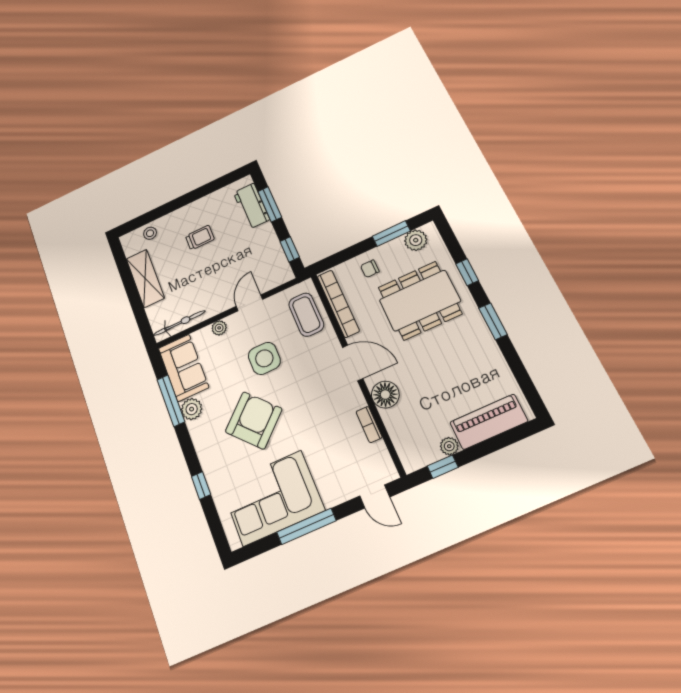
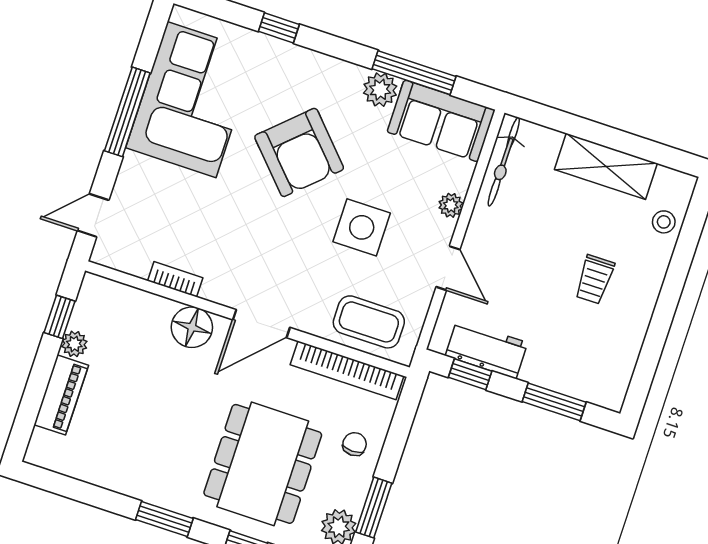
workbench: (251, 206) -> (487, 349), moved
piano: (489, 422) -> (61, 395), width x0.73, depth x0.75

